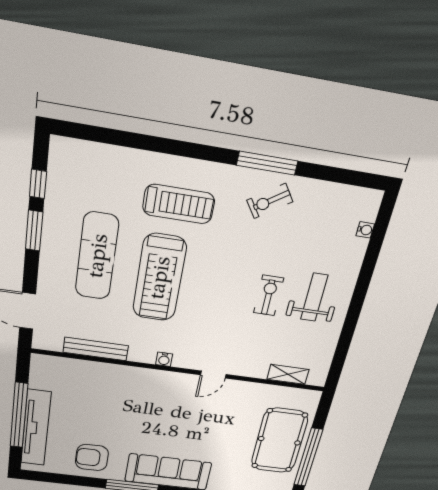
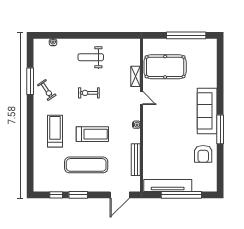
window: (267, 163) -> (30, 81), moved
treadmill: (159, 278) -> (92, 134), width x0.73, depth x0.73
exercise bike: (269, 295) -> (89, 93), moved
shelving: (288, 374) -> (136, 76), moved
tv unit: (36, 428) -> (168, 185), moved
pool table: (279, 441) -> (165, 67), moved

